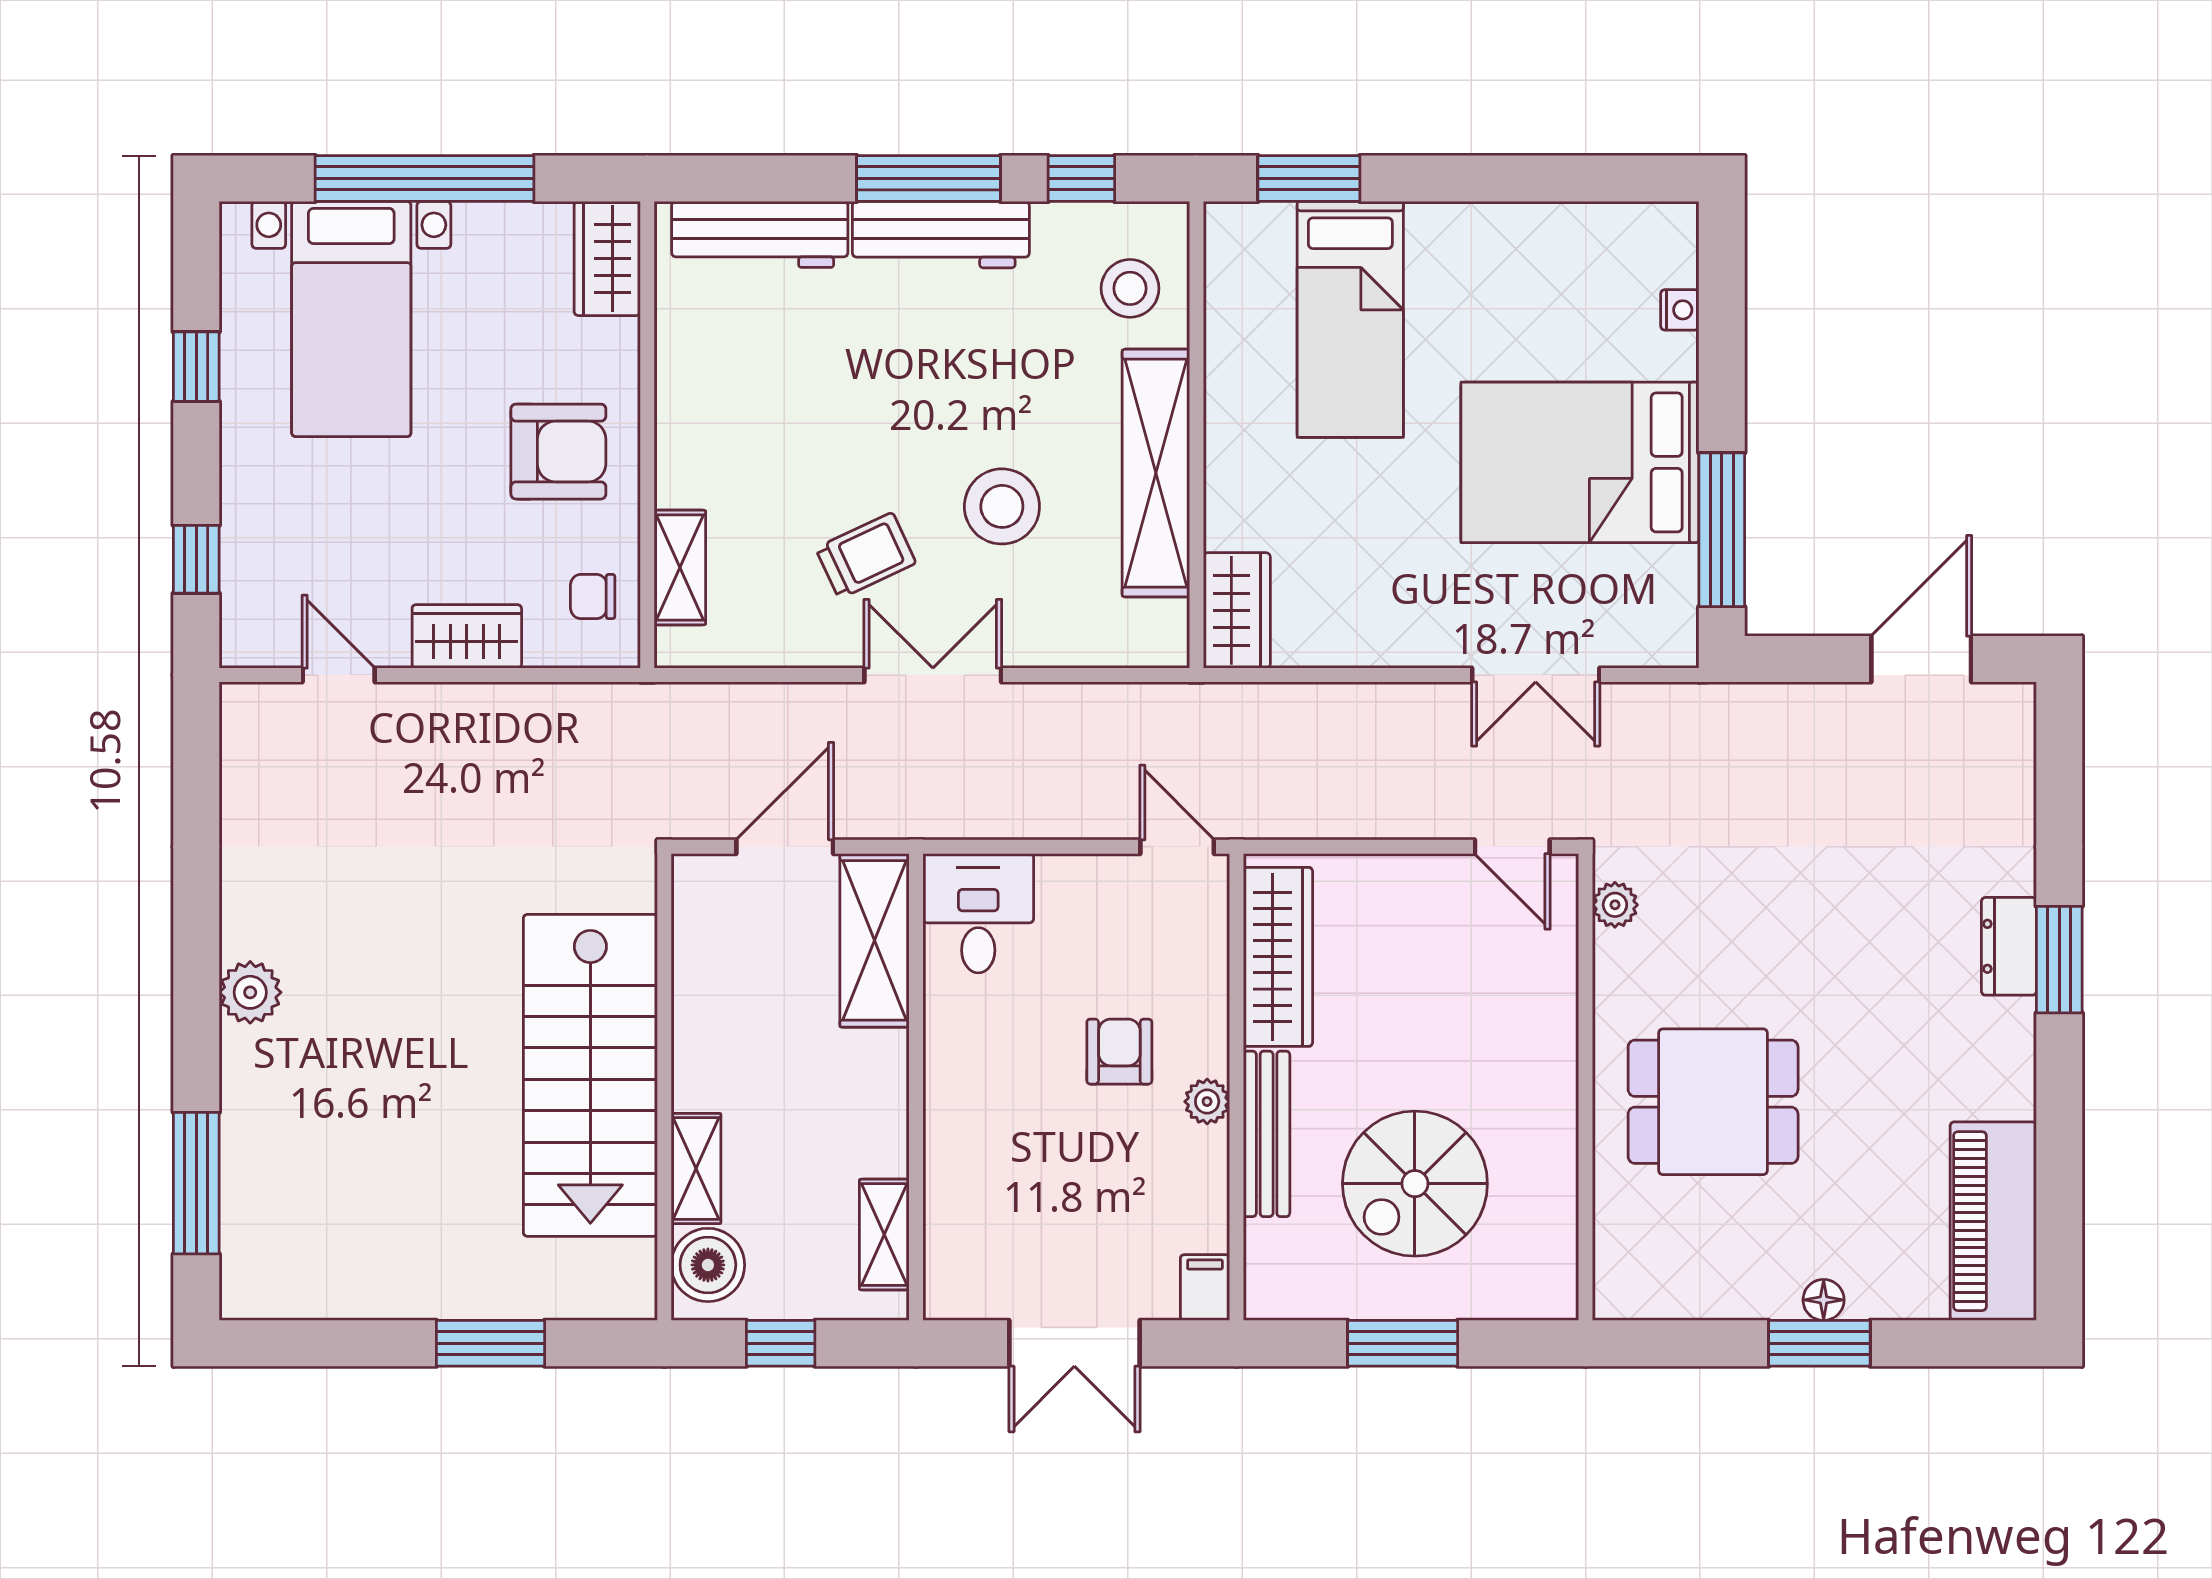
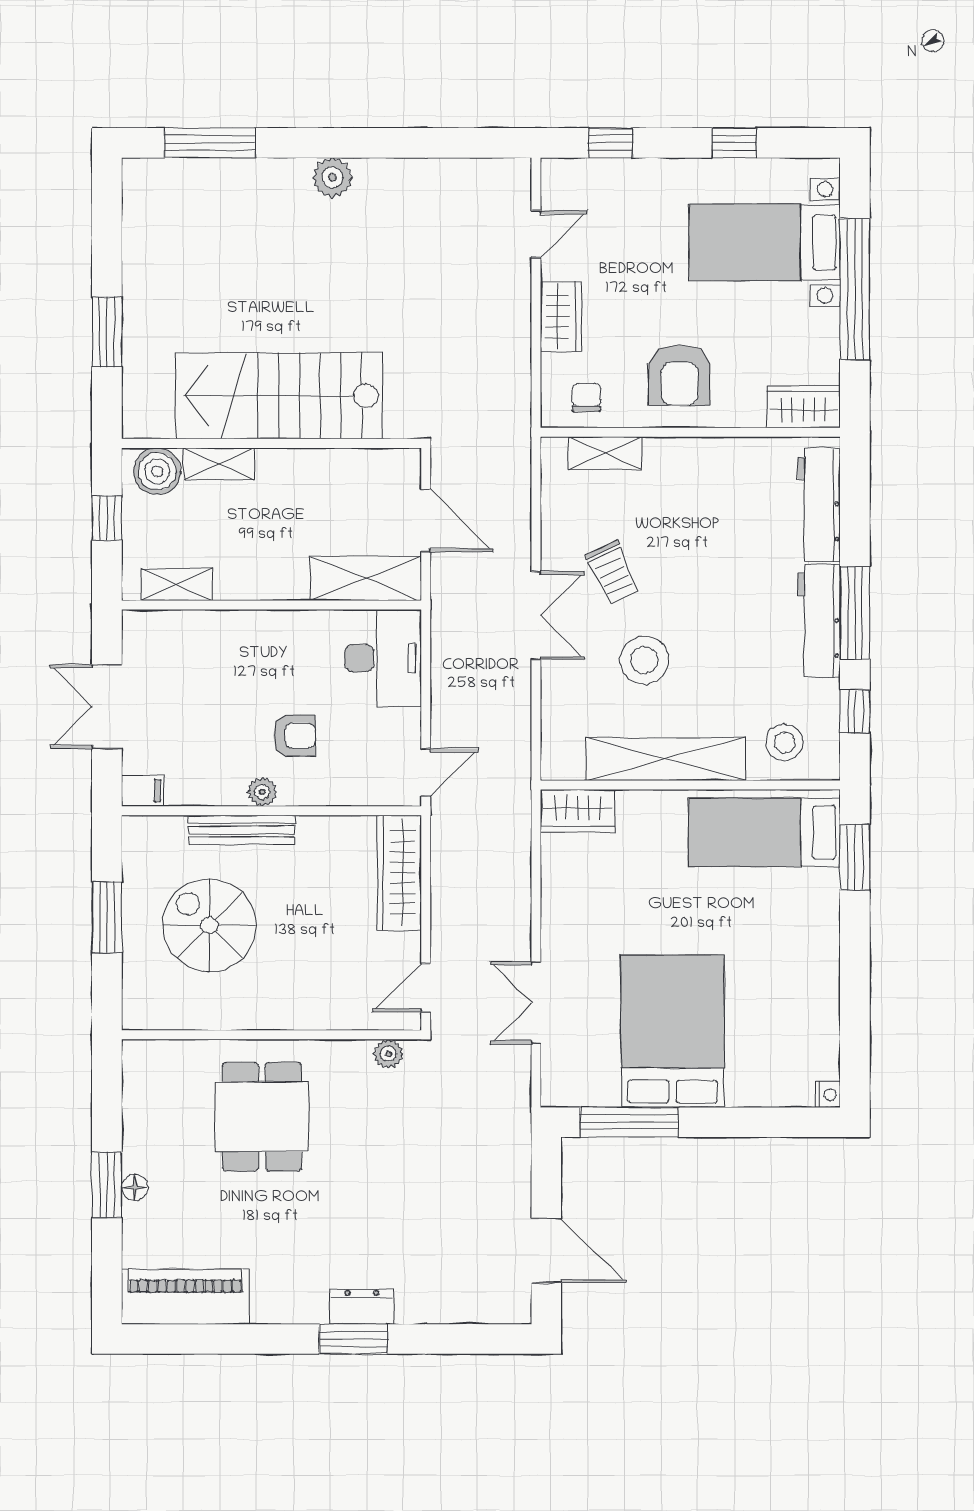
nightstand: (1680, 310) -> (828, 1095), moved, turned -90
bed: (1350, 319) -> (764, 832), moved
desk: (978, 913) -> (383, 658), width x1.37
wardrobe: (1278, 957) -> (399, 873), moved, turned 90

